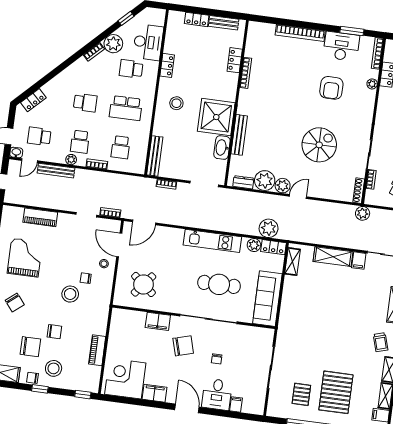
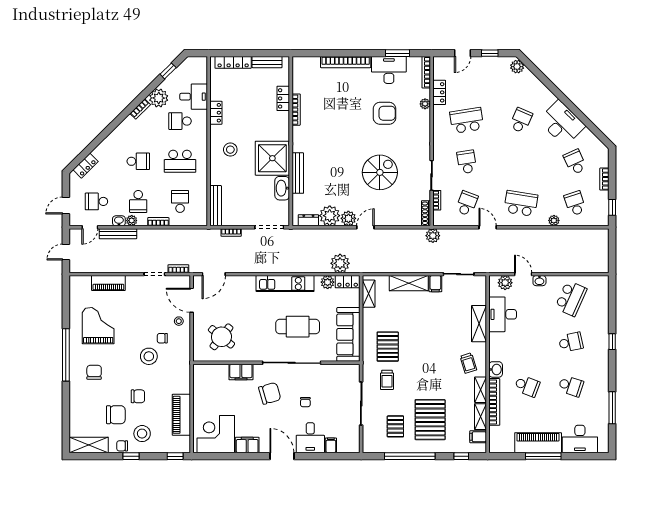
locker: (197, 19) -> (233, 62), width x1.53
desk: (148, 42) -> (194, 97), width x0.73
armchair: (331, 88) -> (385, 113), turned -90
school desk: (121, 147) -> (180, 201), turned 180
washbasin: (16, 152) -> (119, 221), moved
chair: (15, 302) -> (94, 372), turned -141
pallet: (304, 316) -> (388, 347), added
trolley: (299, 348) -> (387, 380), added
piano: (97, 350) -> (181, 415), width x1.37, depth x1.33

